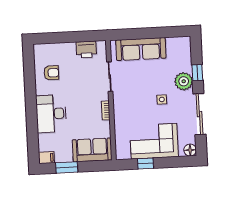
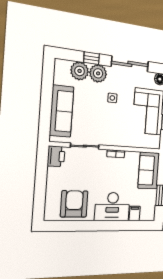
printer: (86, 50) -> (56, 156), moved
plant: (183, 62) -> (80, 71), added
armchair: (51, 73) -> (74, 204), width x1.88, depth x1.88
filing cabinet: (46, 158) -> (135, 213), moved

